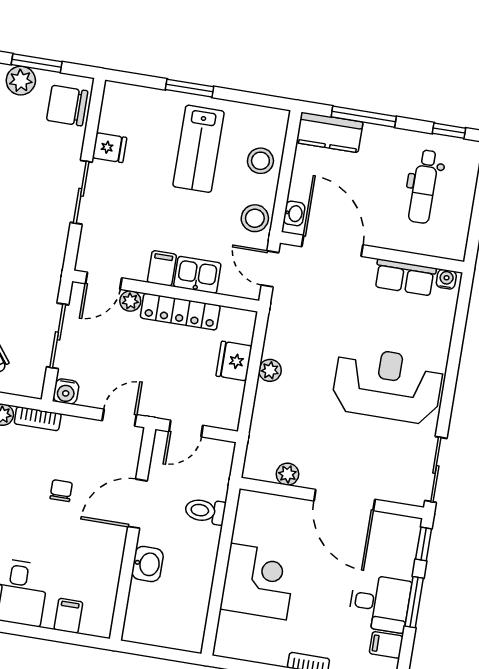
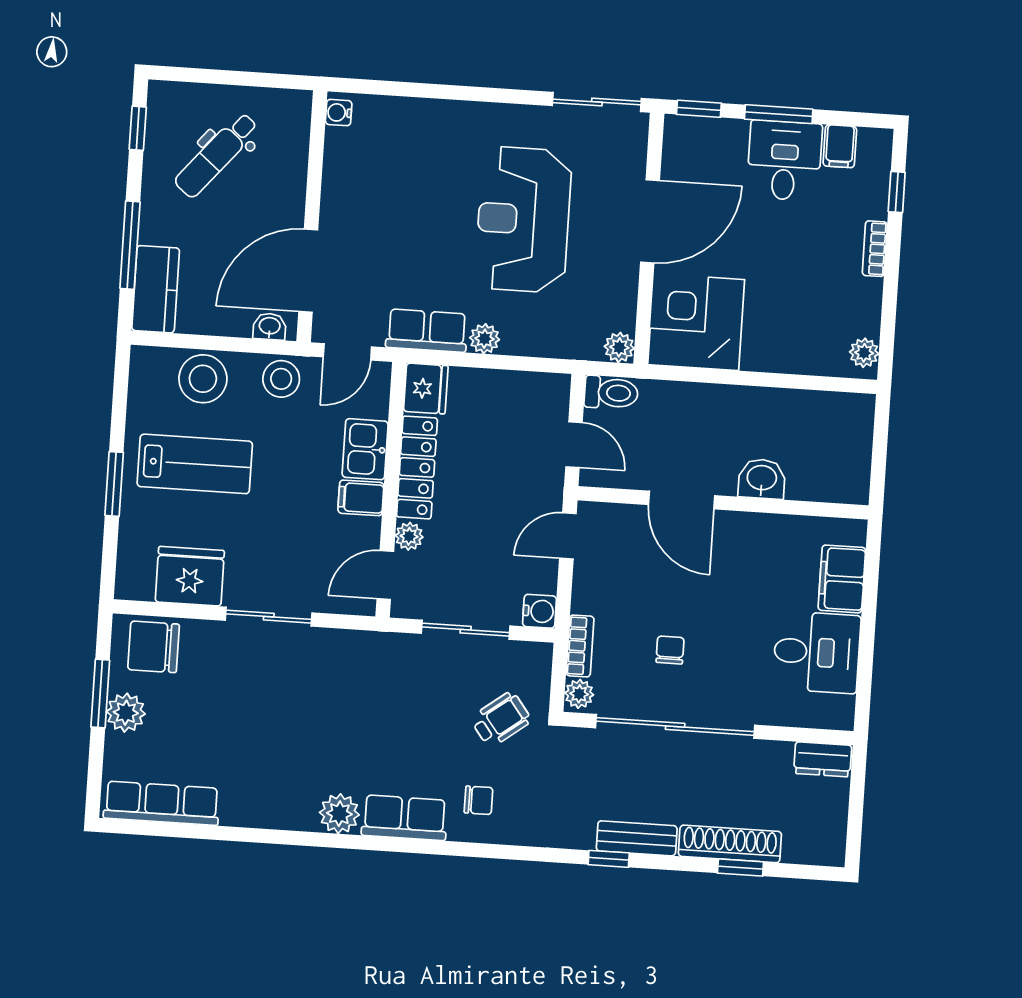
chair: (67, 106) -> (154, 647), turned 90
fridge: (109, 148) -> (190, 576), width x1.88, depth x1.34
stool: (260, 161) -> (203, 379), width x1.38, depth x1.38
dental chair: (424, 187) -> (216, 155), turned 130
row of seats: (405, 277) -> (427, 331), moved, turned -90
door: (104, 281) -> (385, 575), swing flipped
fridge: (234, 361) -> (426, 389), moved, turned -90
reception desk: (387, 385) -> (523, 219), moved
door: (119, 418) -> (568, 536), hinge flipped
plant: (288, 474) -> (619, 347), moved
chair: (61, 491) -> (670, 650), moved, turned 90
toilet: (205, 511) -> (611, 393), moved, turned -90
corner desk: (258, 581) -> (696, 322), moved
filing cabinet: (68, 616) -> (842, 579), width x2.00
plant: (233, 648) -> (864, 353), added

